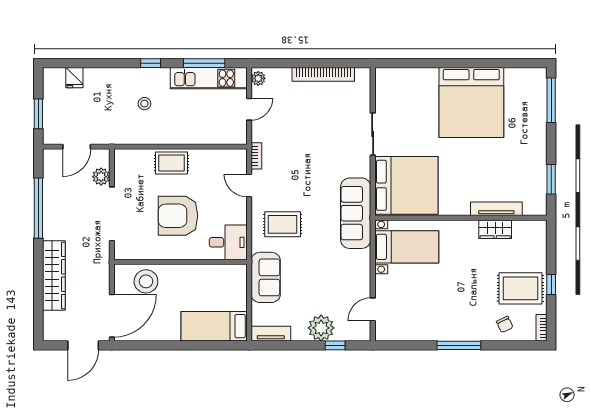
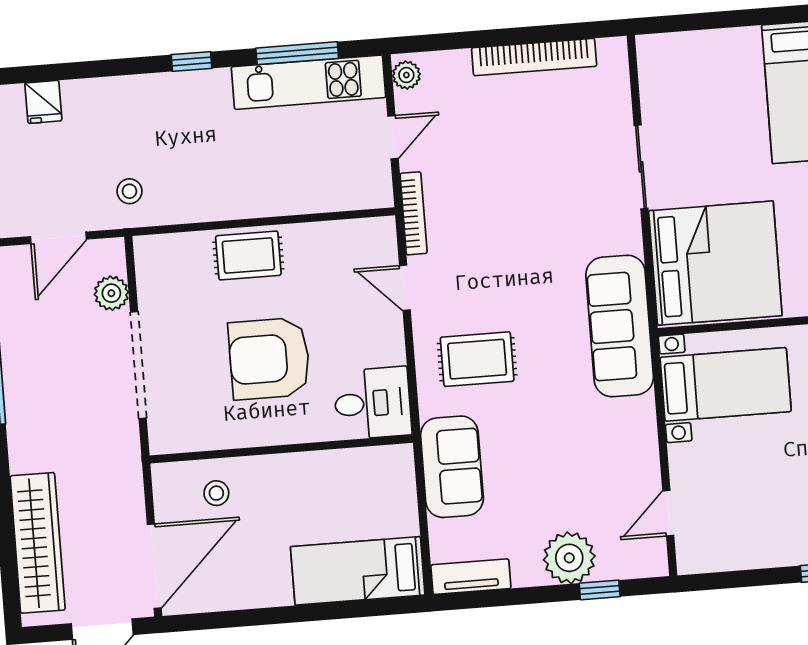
stool: (144, 104) -> (129, 191), moved
bookcase: (256, 156) -> (414, 213), width x1.56
wardrobe: (54, 275) -> (38, 543), moved
stool: (146, 281) -> (216, 493), width x0.53, depth x0.53

